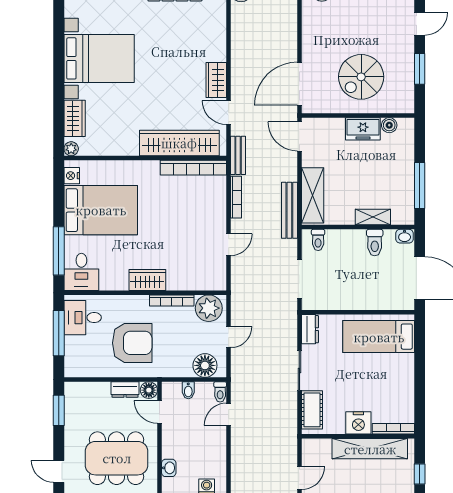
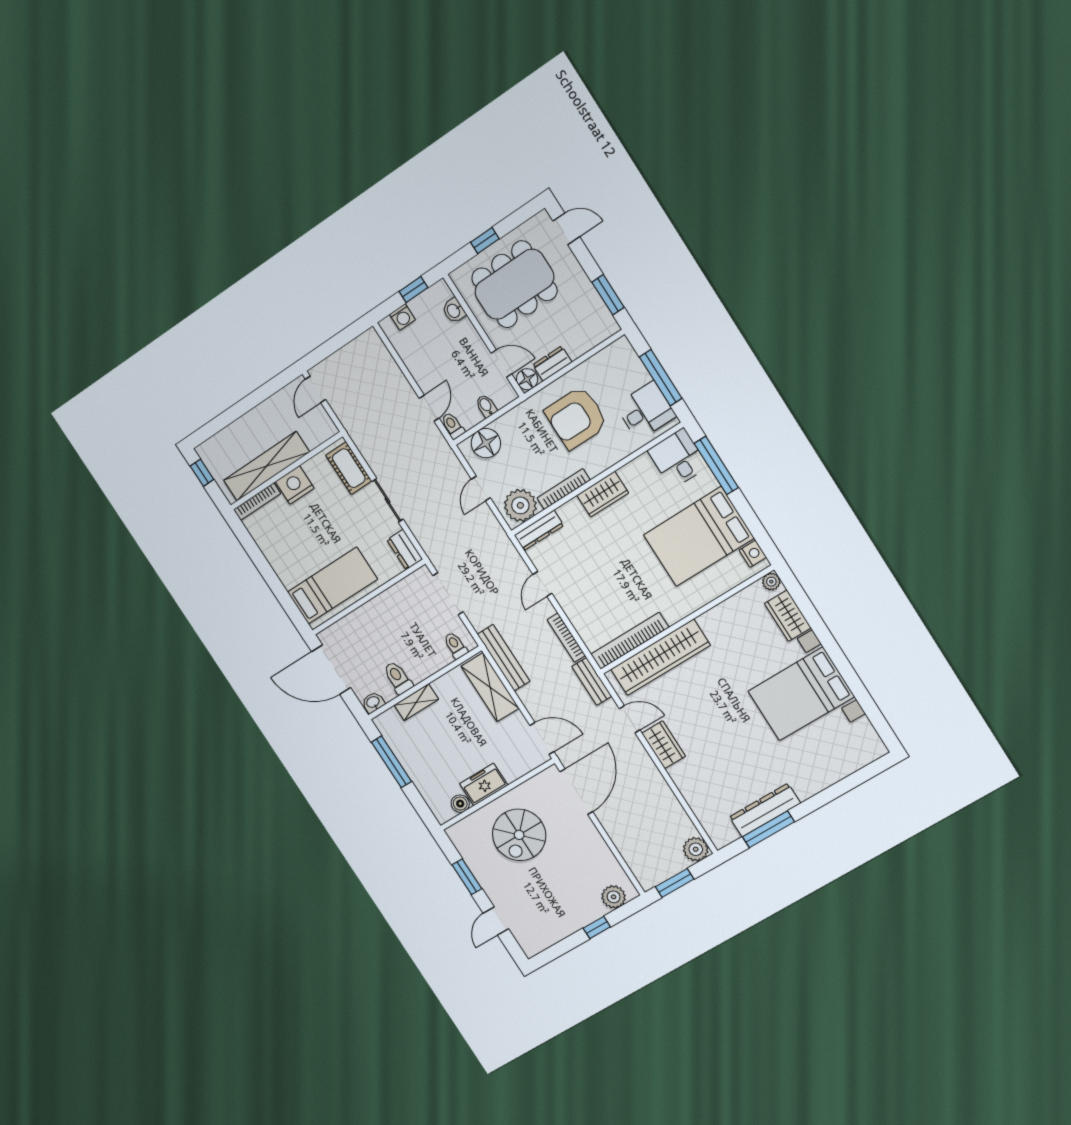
spiral stairs: (361, 77) -> (519, 835), turned 180
dresser: (207, 283) -> (539, 530), added

